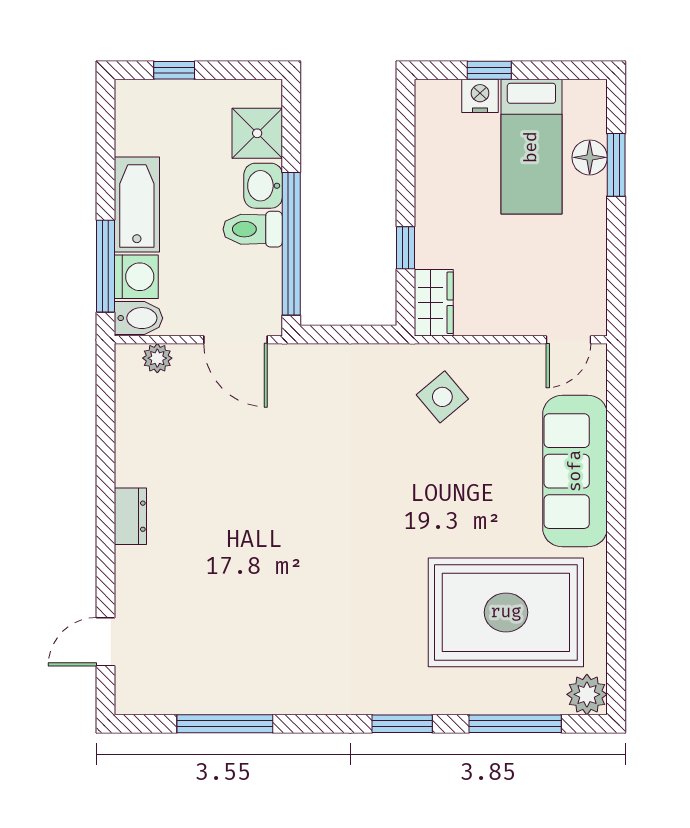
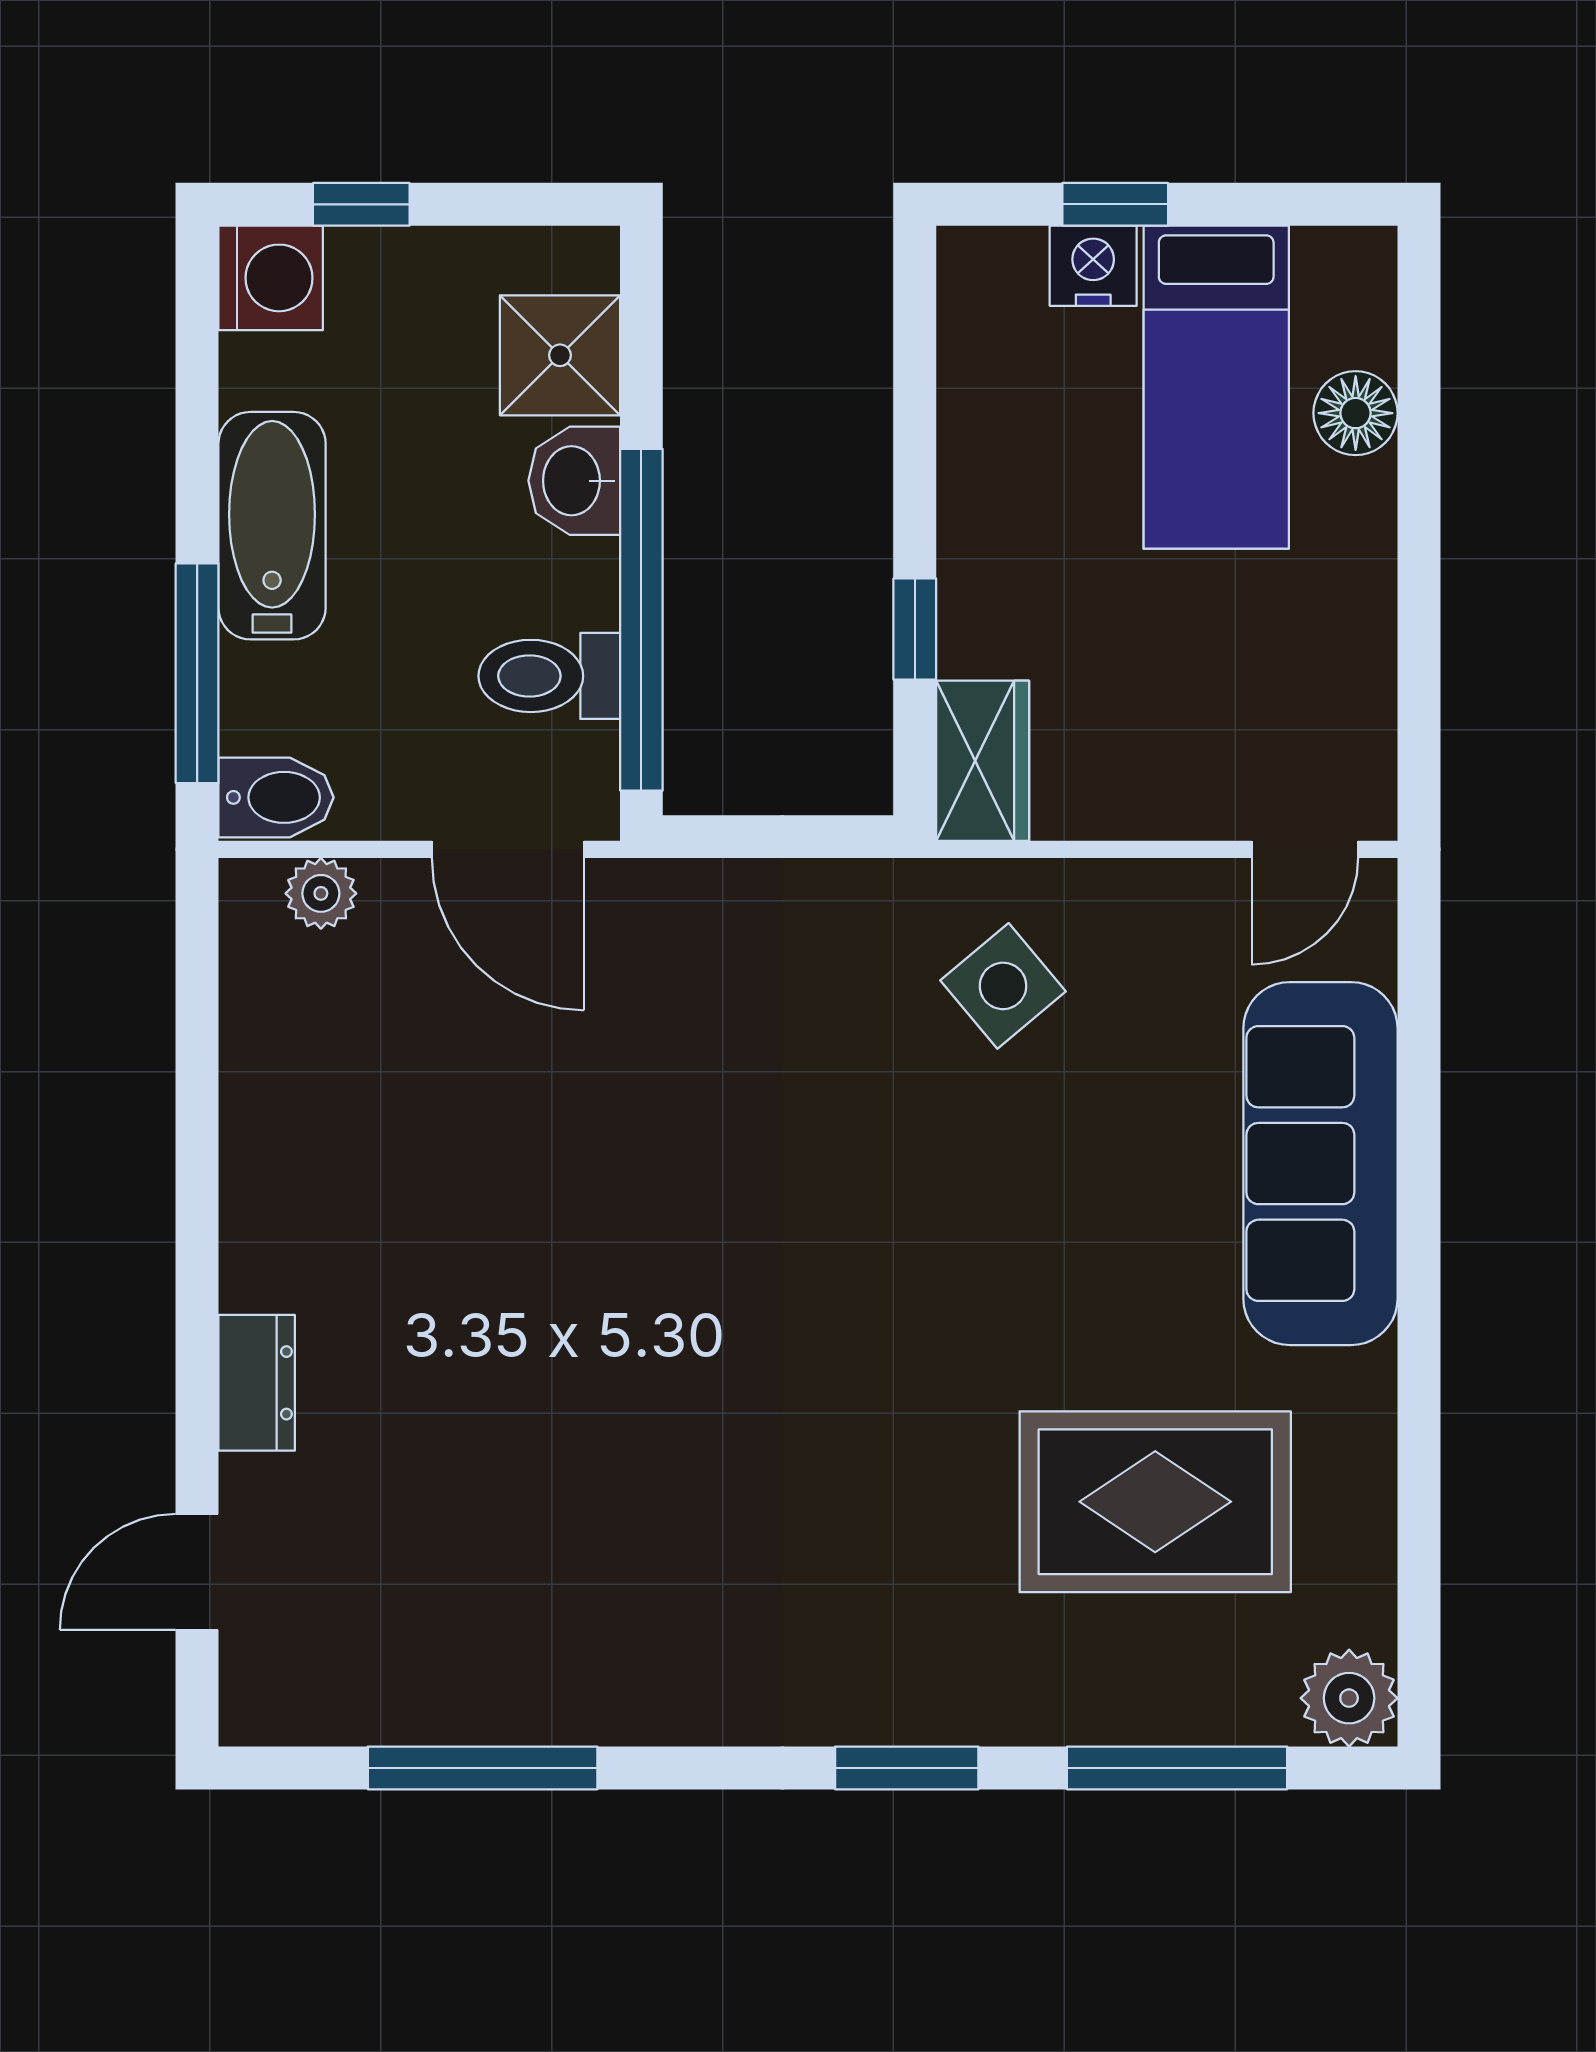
window: (616, 165) -> (1419, 431), removed
toilet: (253, 229) -> (549, 676), moved
washing machine: (136, 277) -> (271, 278), moved
dresser: (130, 516) -> (257, 1383), moved
rug: (506, 612) -> (1155, 1502), width x0.73, depth x0.69

